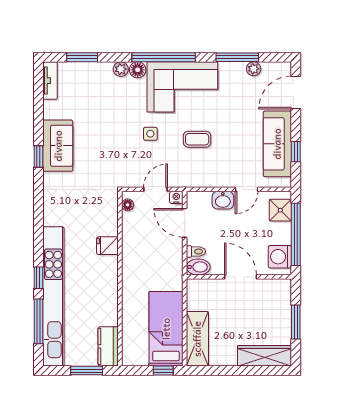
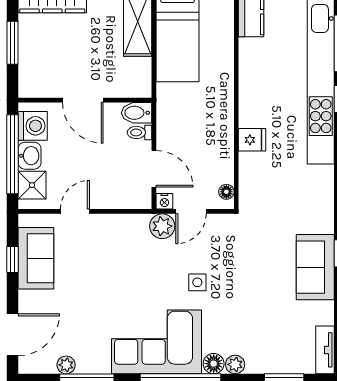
coffee table: (197, 139) -> (138, 275), removed
sofa: (277, 144) -> (36, 258), width x0.73
plant: (178, 178) -> (162, 226), added
washbasin: (223, 200) -> (30, 156), moved, turned 90

